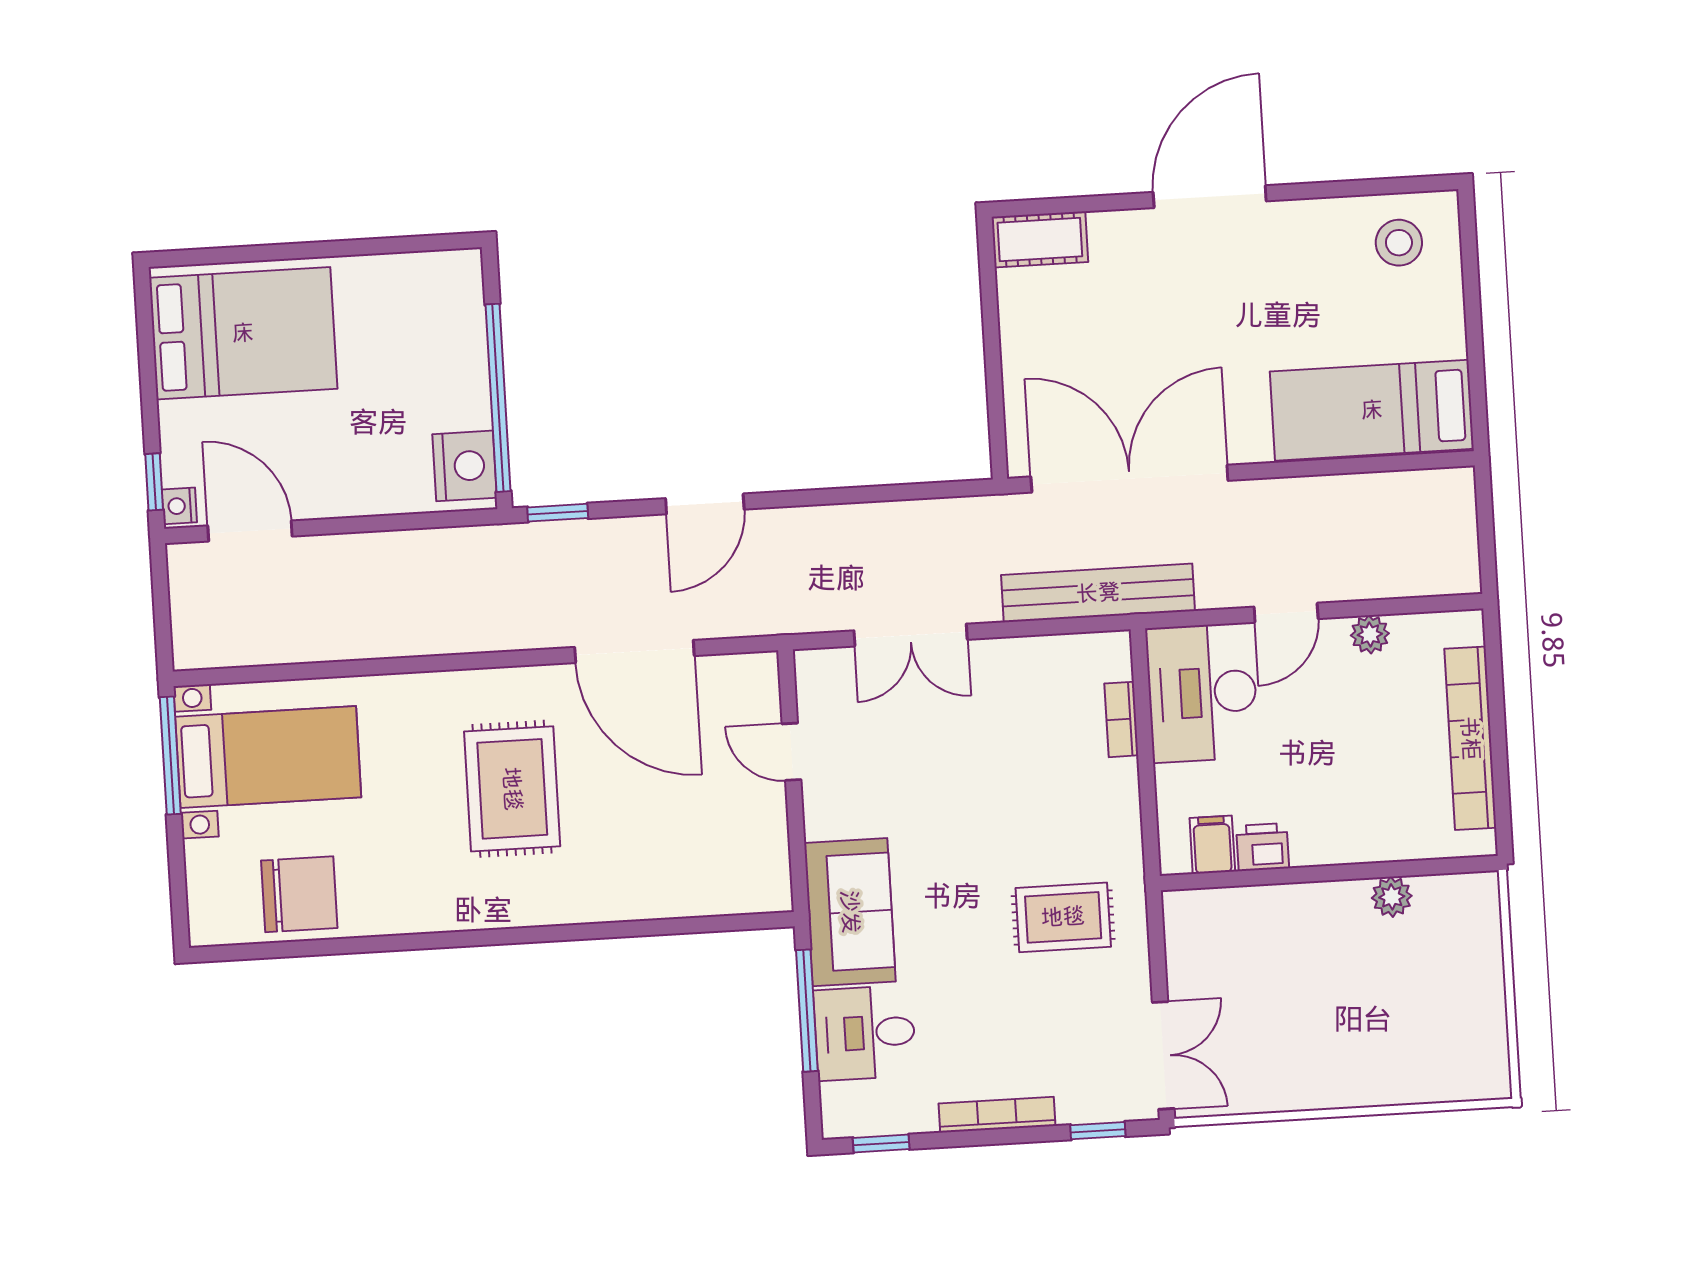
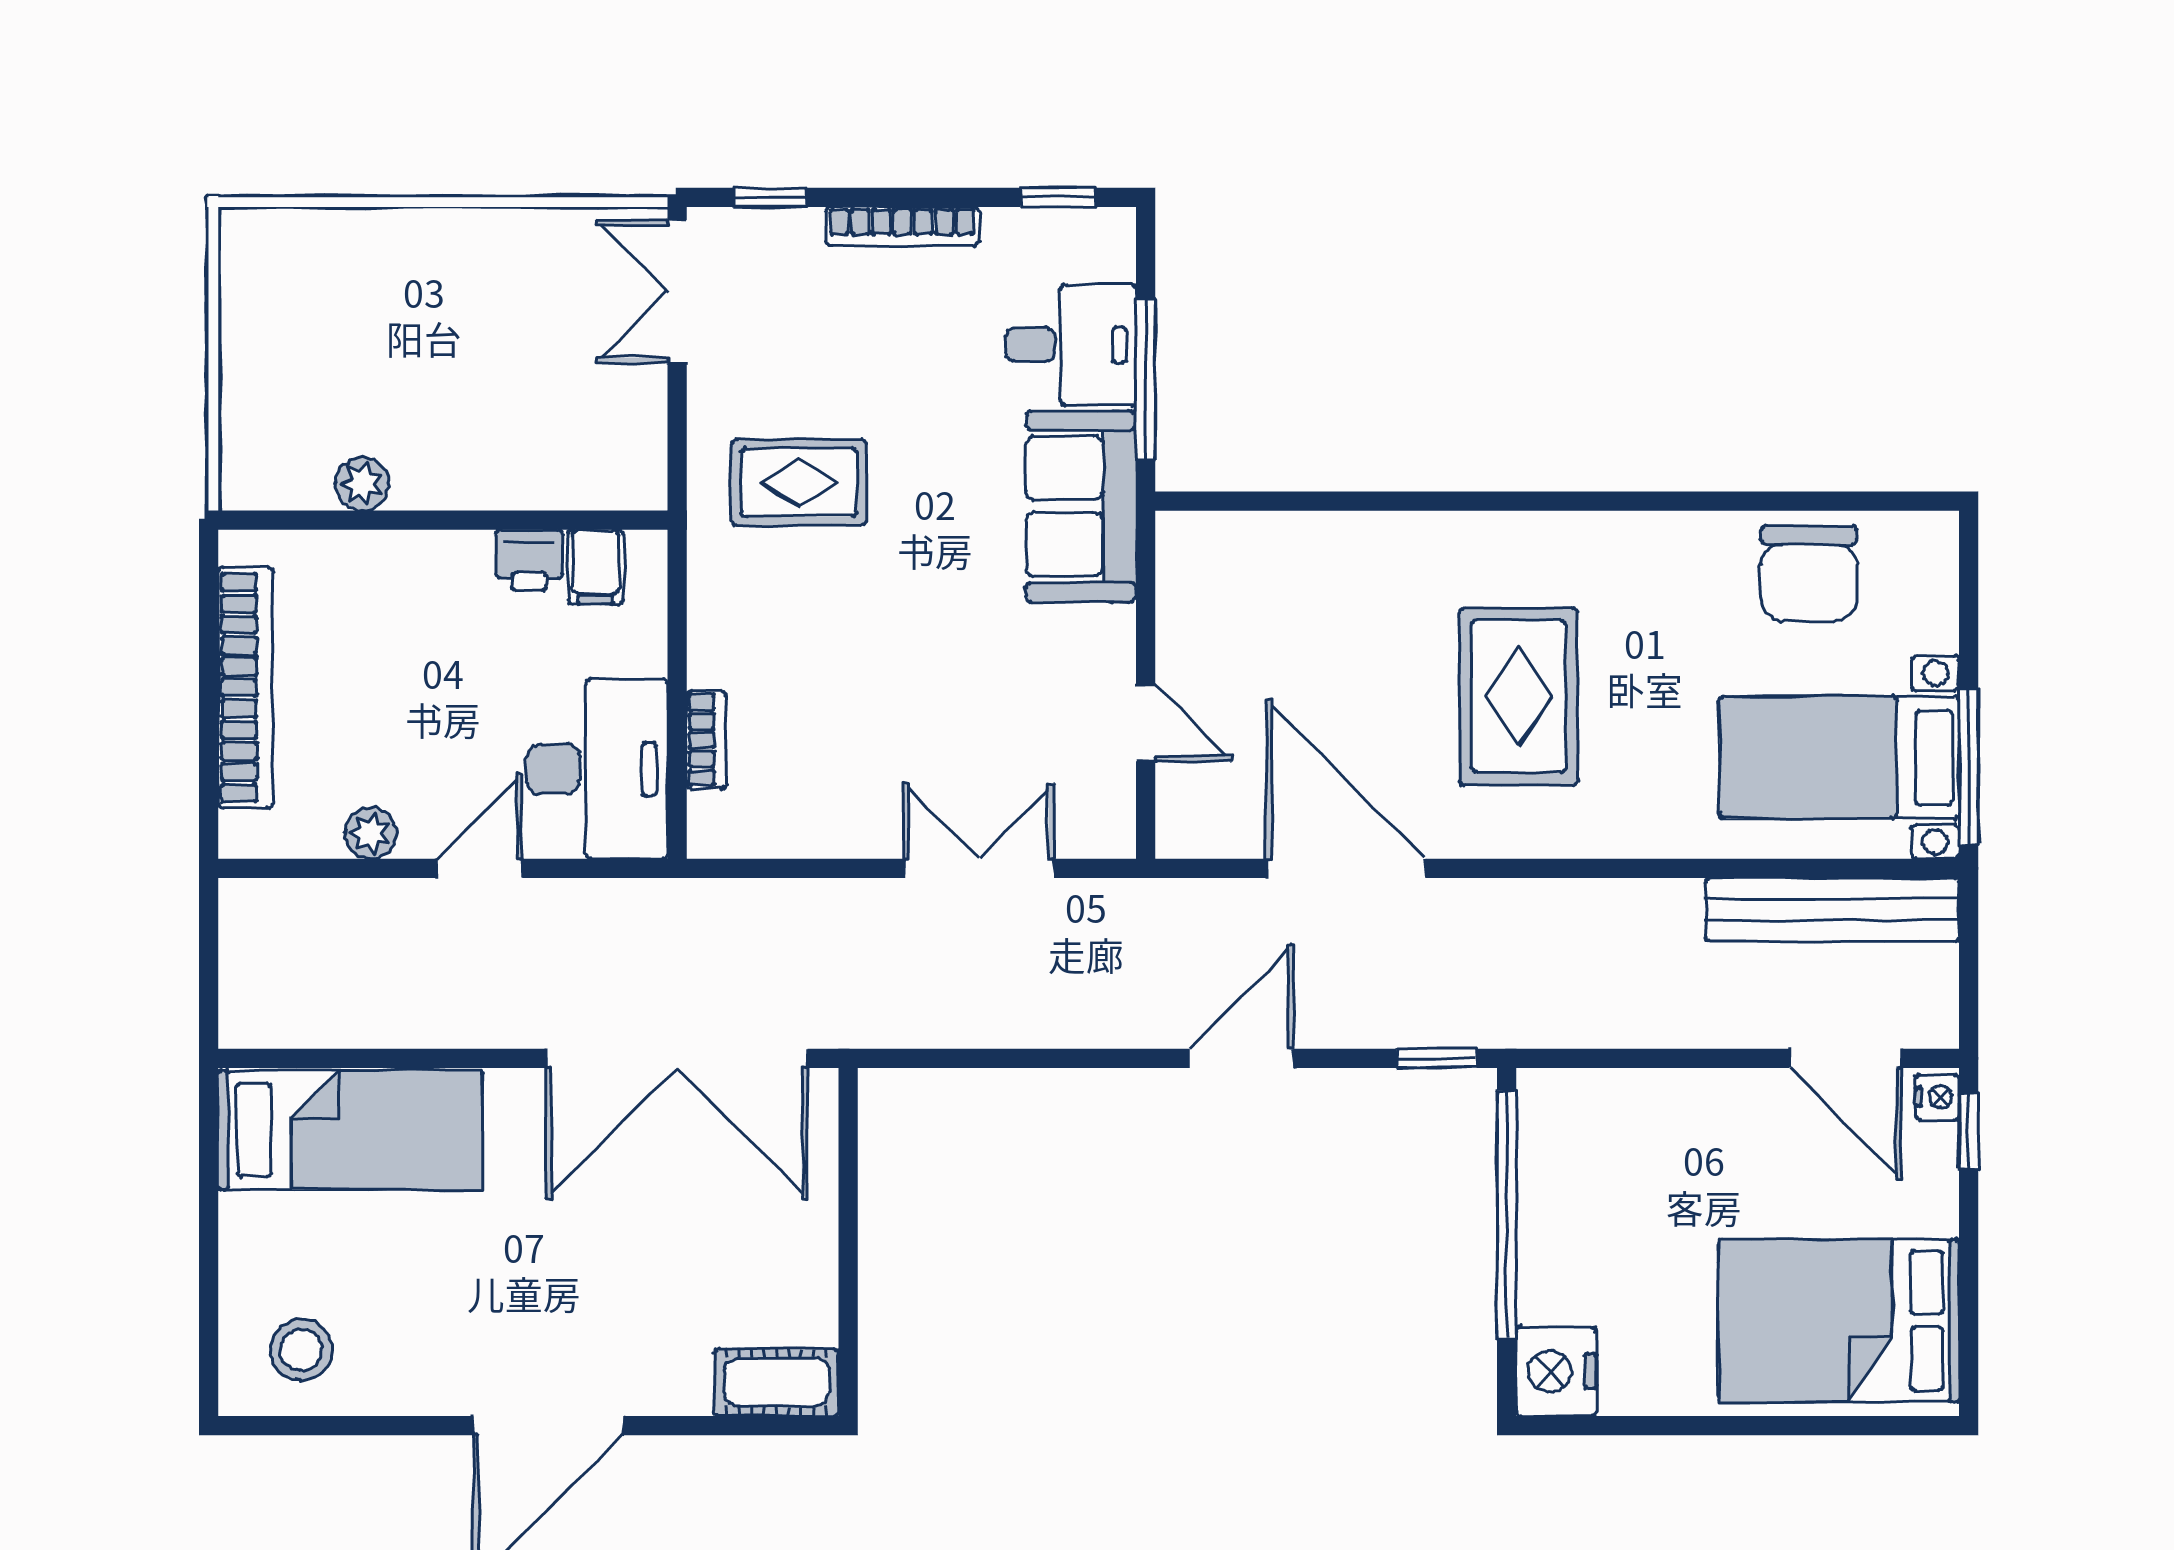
nightstand: (465, 466) -> (1556, 1371), moved
bench: (1098, 593) -> (1832, 909), moved
chair: (299, 894) -> (1809, 573), turned -90

